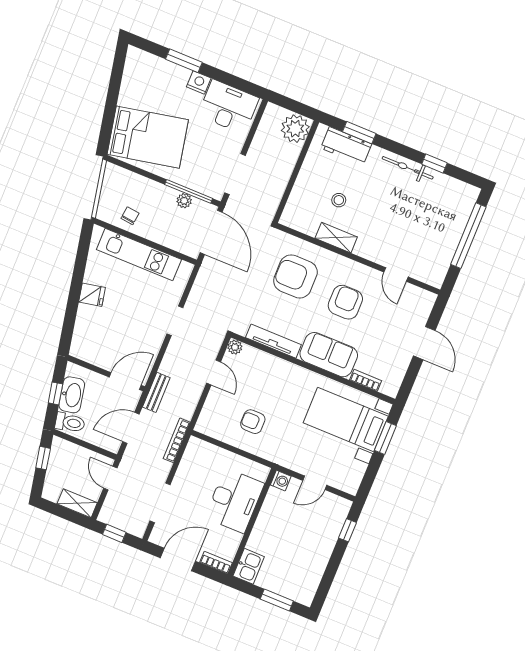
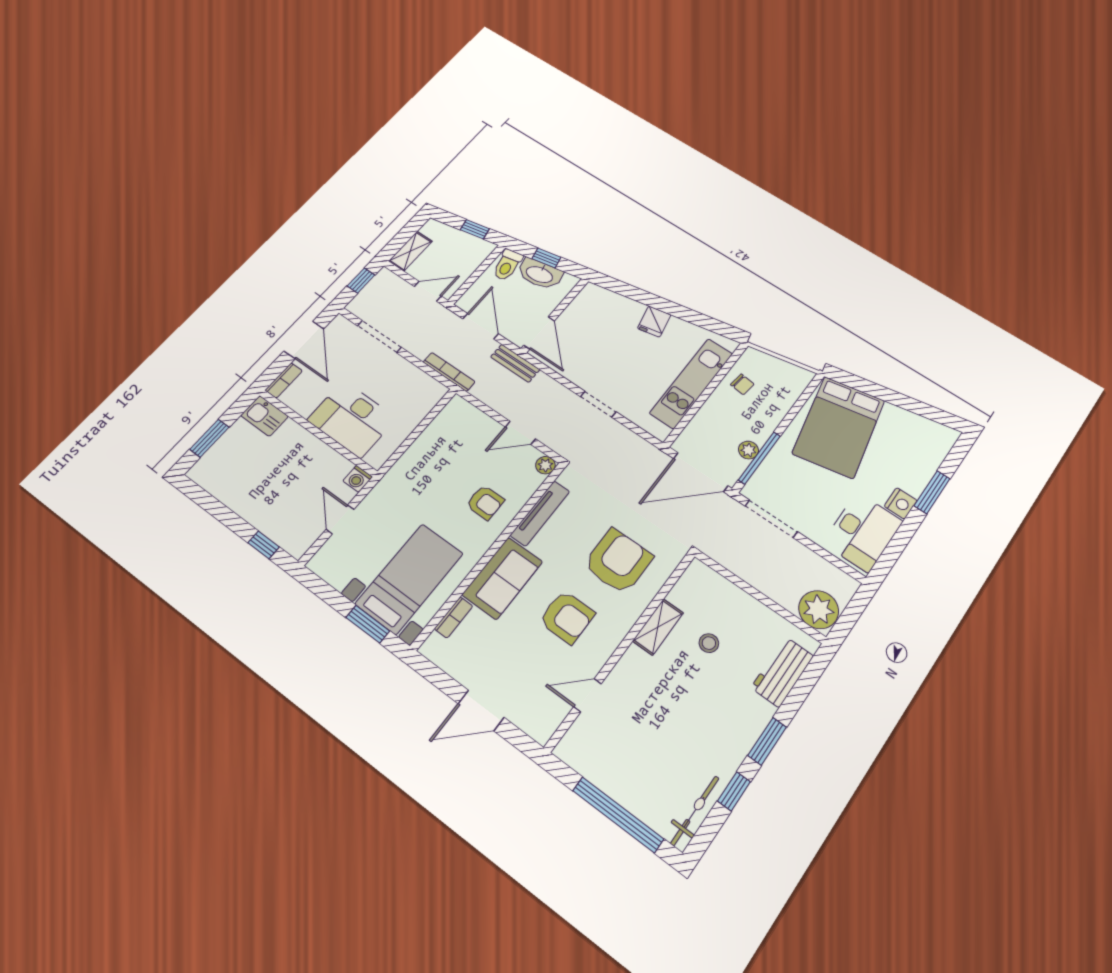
window: (359, 133) -> (767, 741), moved
bicycle: (408, 168) -> (695, 811), moved
armchair: (253, 422) -> (485, 502), moved, turned 90

